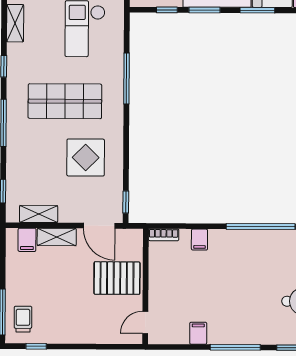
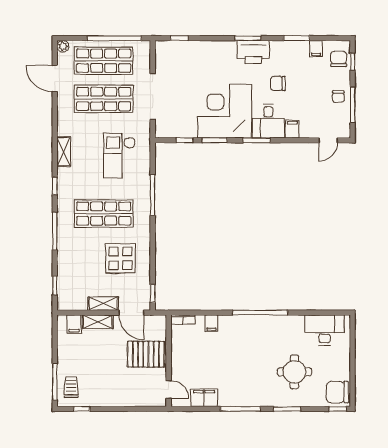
shelving: (39, 214) -> (103, 304), moved
door: (145, 322) -> (169, 389), swing flipped
filing cabinet: (198, 333) -> (204, 398), width x2.00

